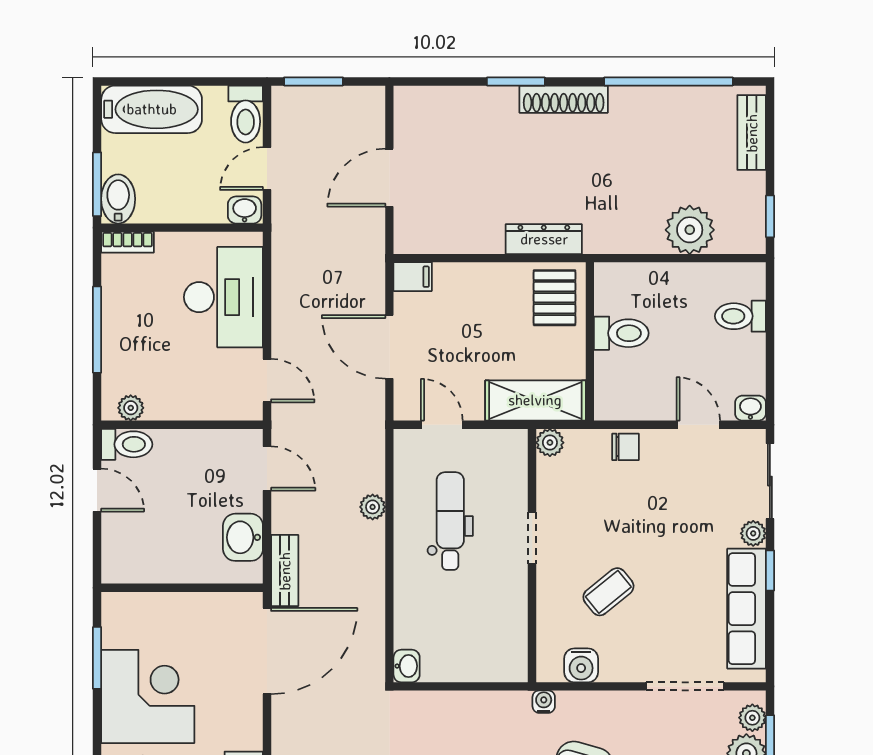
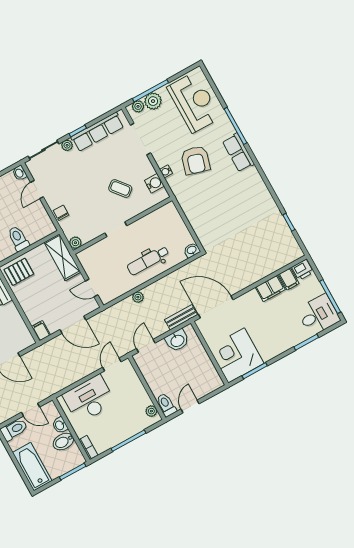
bidet: (118, 199) -> (63, 442), moved
washbasin: (245, 210) -> (60, 425), moved
door: (389, 347) -> (73, 325), hinge flipped
door: (442, 425) -> (92, 288), hinge flipped
dental chair: (450, 521) -> (148, 260), moved
corner desk: (148, 696) -> (236, 355), moved
water cooler: (544, 702) -> (166, 171), moved

